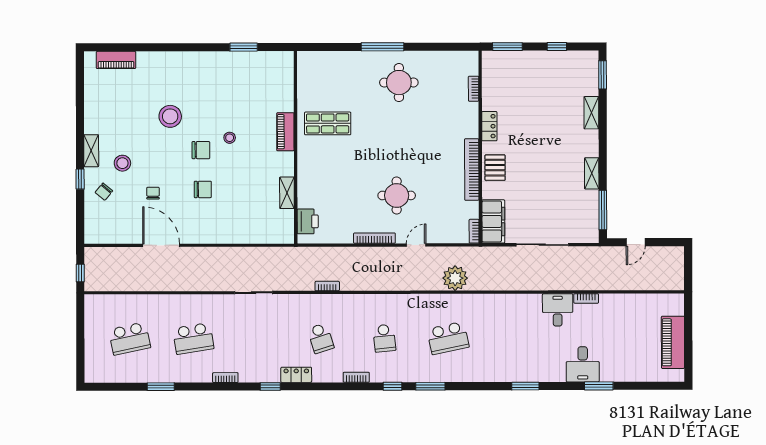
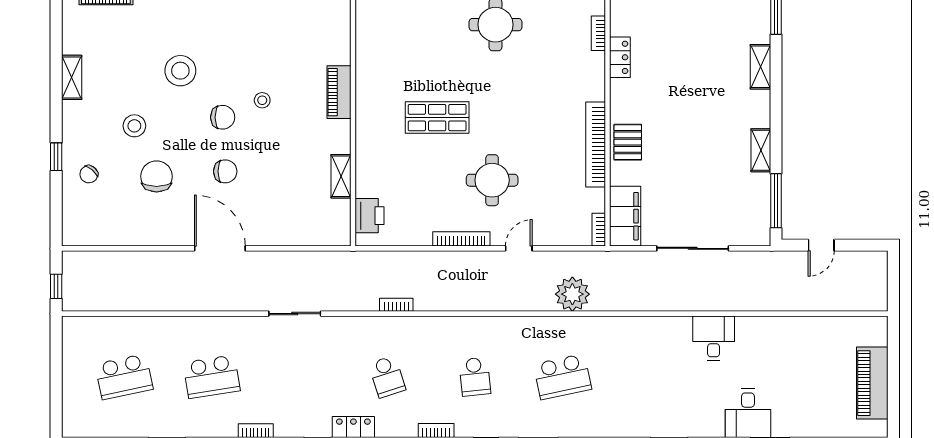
shop shelf: (328, 123) -> (437, 118), moved
locker: (489, 126) -> (620, 57), moved
shelving: (91, 151) -> (72, 77), moved
stool: (122, 163) -> (134, 126), moved
chair: (153, 193) -> (157, 176), width x1.87, depth x1.87
door: (161, 245) -> (220, 248), moved
bookcase: (586, 298) -> (753, 322), removed

